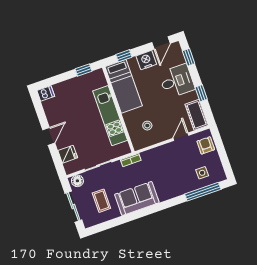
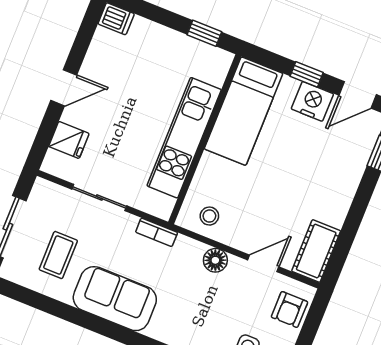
window: (124, 56) -> (307, 74), moved
desk: (177, 81) -> (331, 174), removed
window: (201, 93) -> (352, 224), removed
stool: (147, 126) -> (209, 216), moved
armchair: (206, 145) -> (289, 309), turned 180
floor lamp: (77, 181) -> (215, 260), moved

